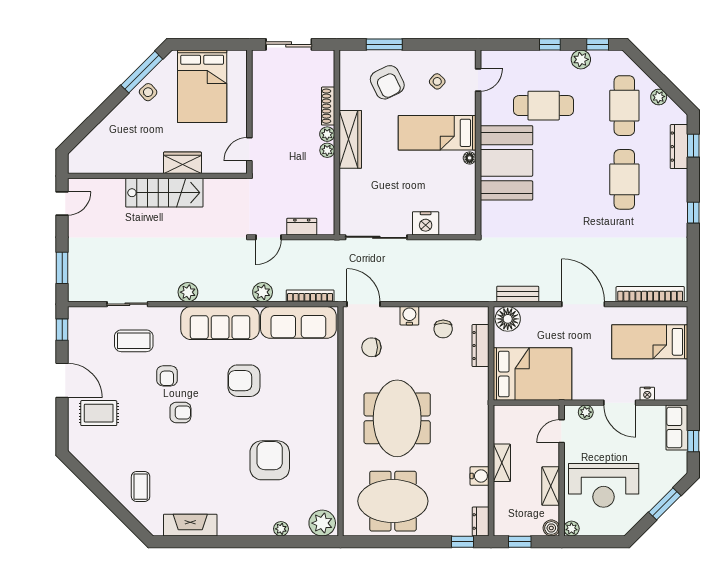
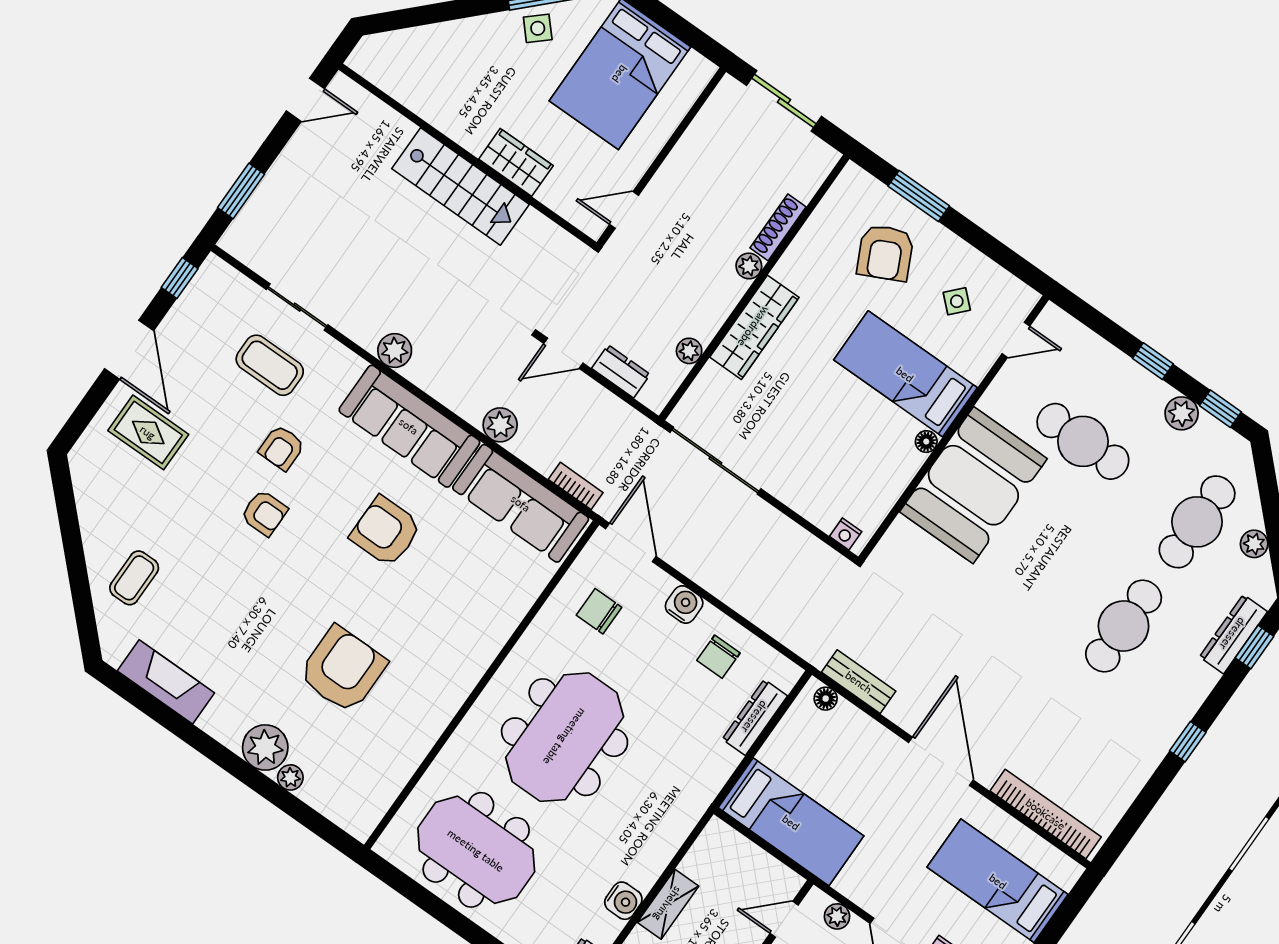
wardrobe: (350, 139) -> (754, 327), moved
plant: (327, 150) -> (689, 351), moved
nightstand: (426, 223) -> (846, 534), moved, width x0.53, depth x0.56
bookcase: (310, 296) -> (576, 486), width x0.64
floor lamp: (508, 319) -> (826, 699), width x0.53, depth x0.53
bed: (532, 374) -> (791, 822), width x0.67
plant: (322, 523) -> (265, 747), moved

